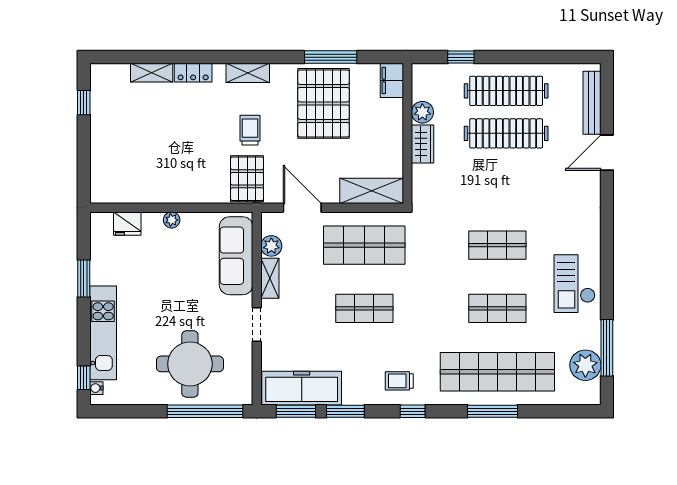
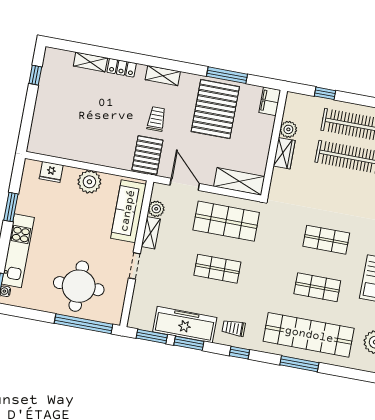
plant: (172, 220) -> (89, 182), width x1.87, depth x1.87
freezer: (302, 388) -> (185, 325), moved

